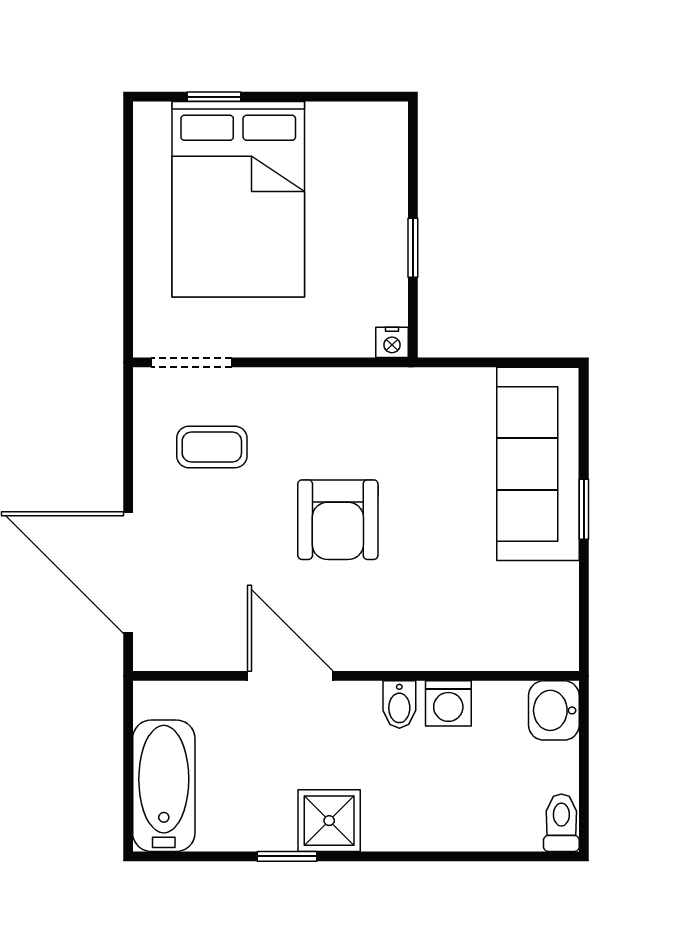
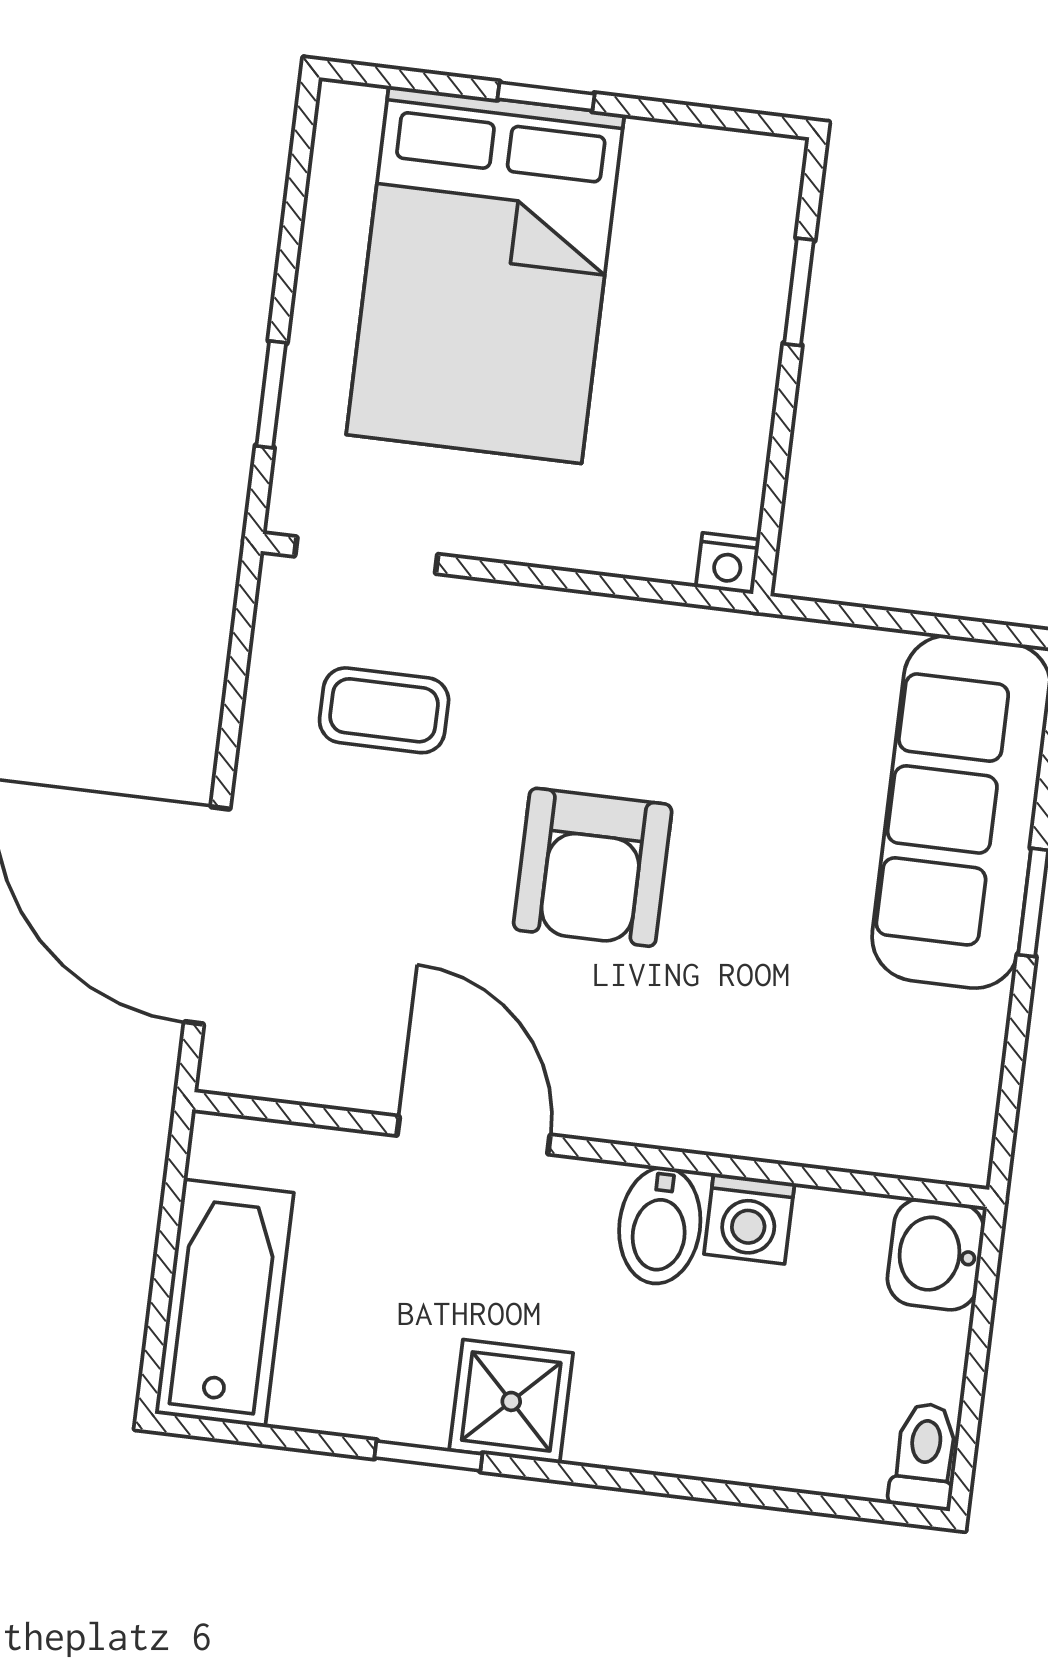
window: (214, 97) -> (546, 96), moved
window: (413, 248) -> (799, 292), moved
window: (128, 280) -> (271, 394), added
bidet: (399, 705) -> (660, 1225), width x1.38, depth x1.36

